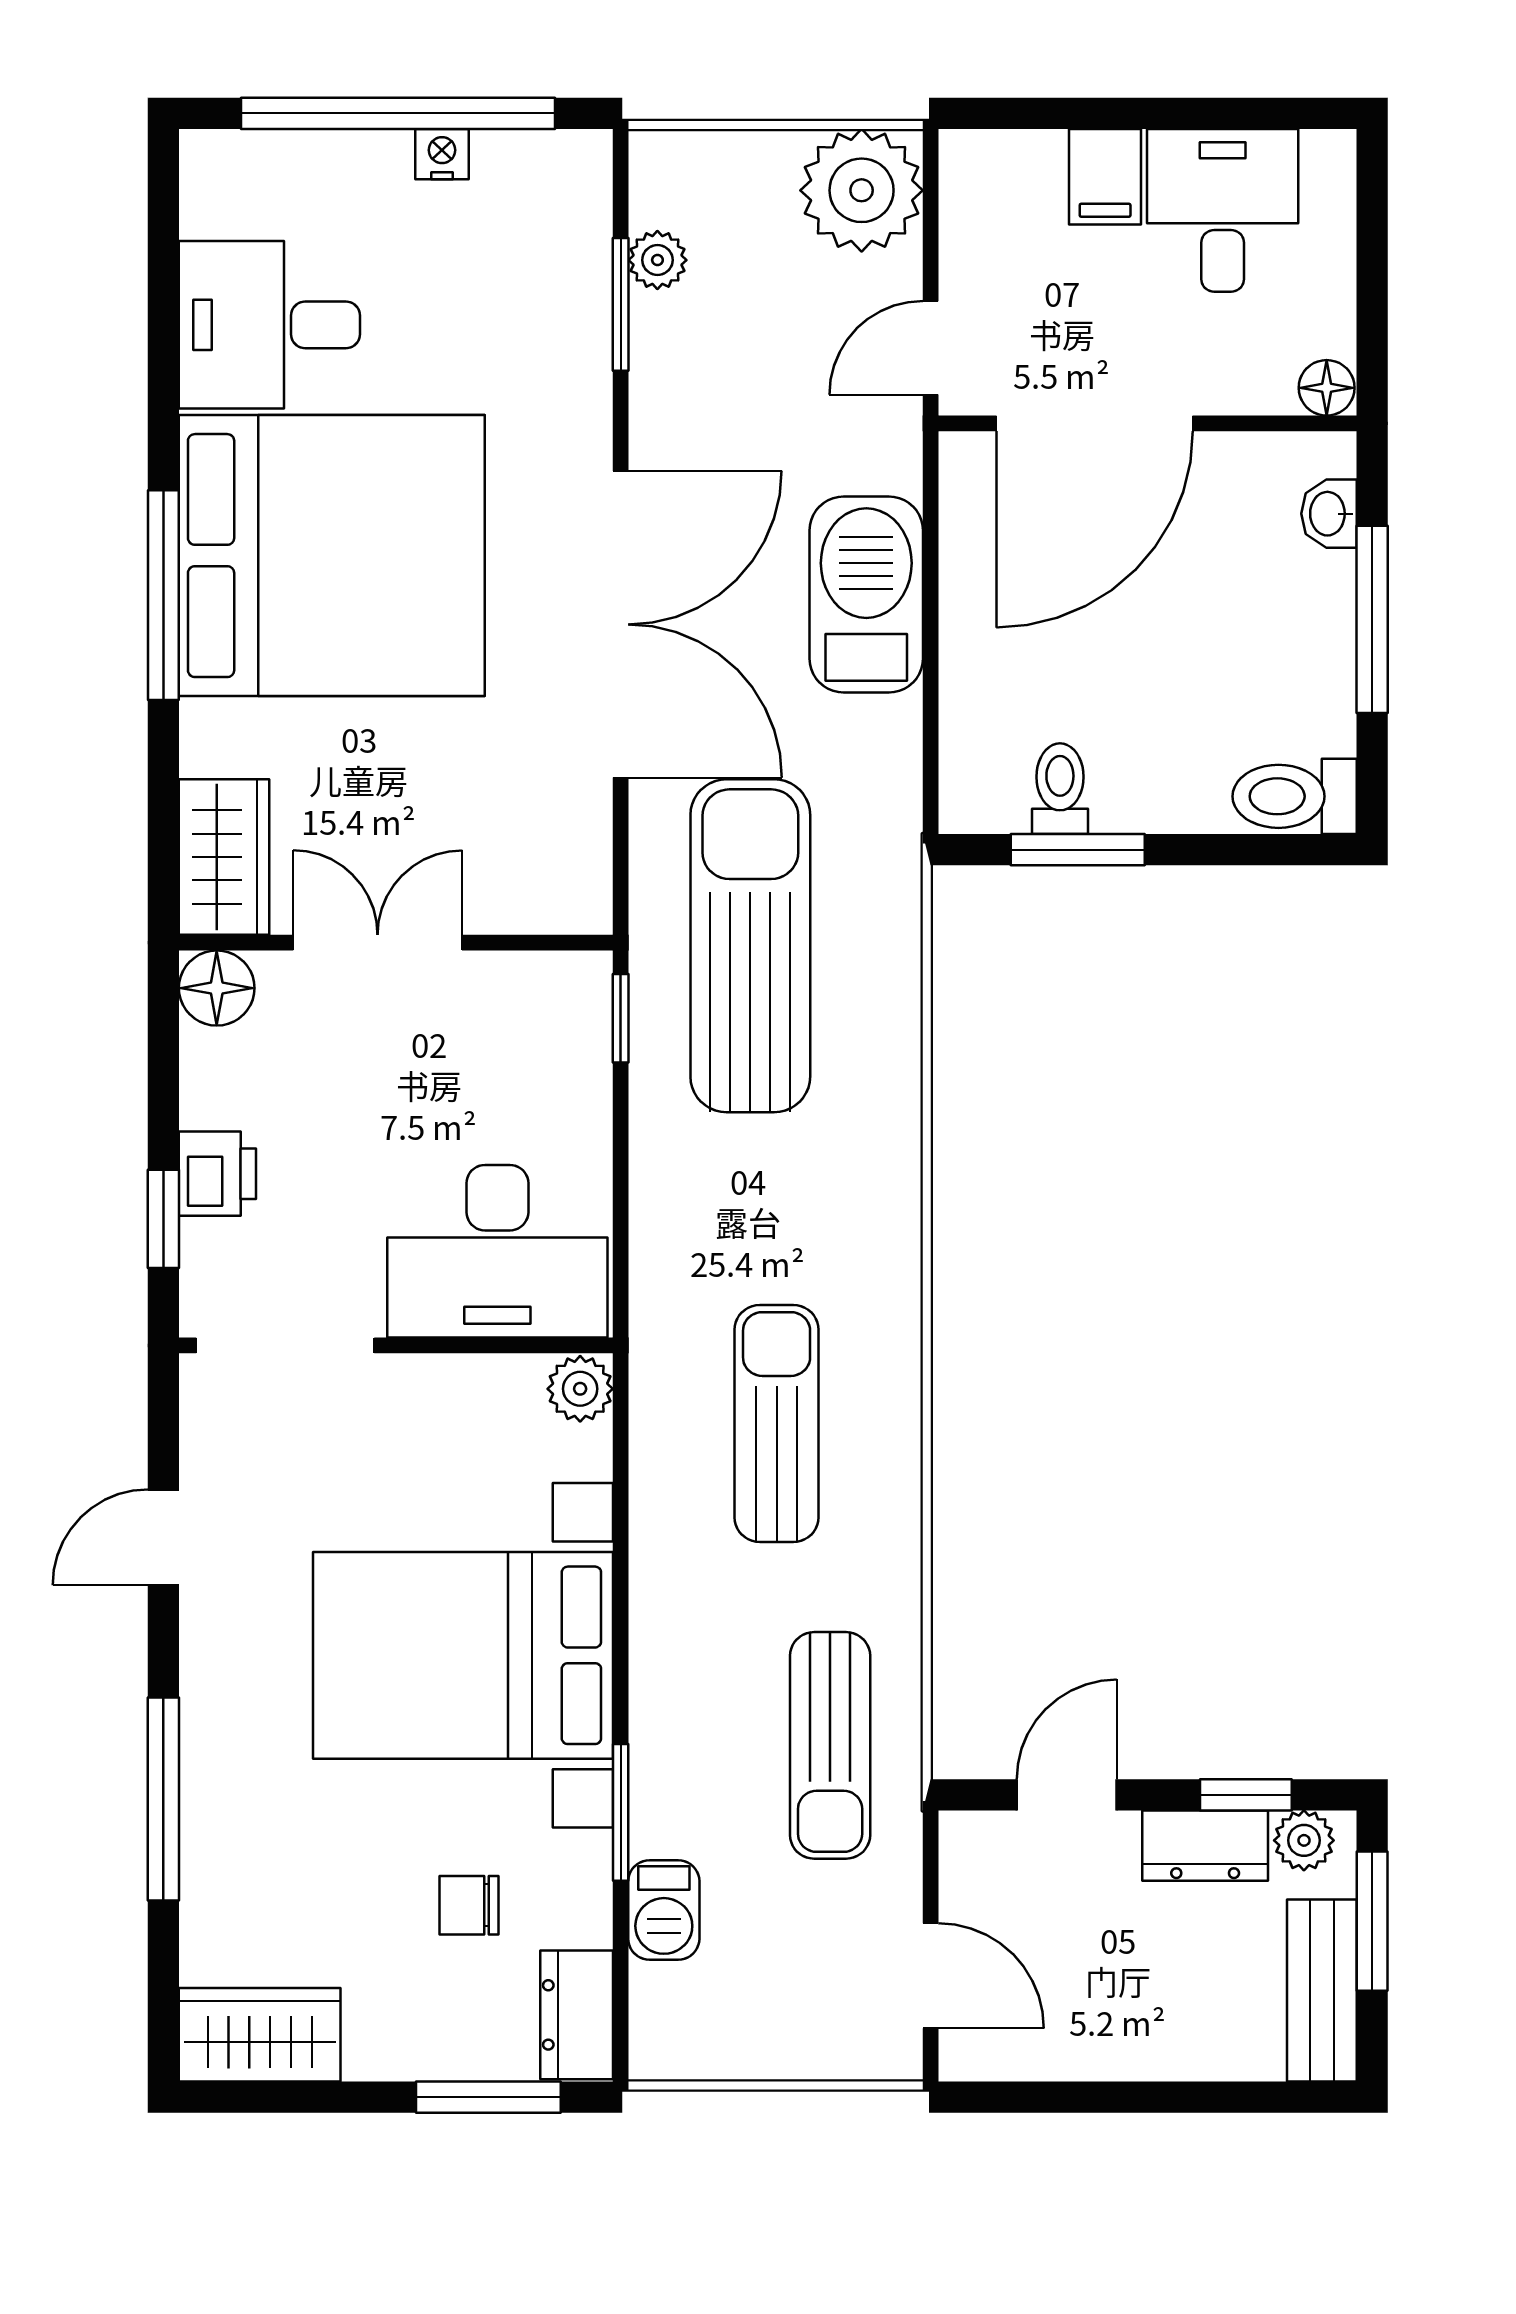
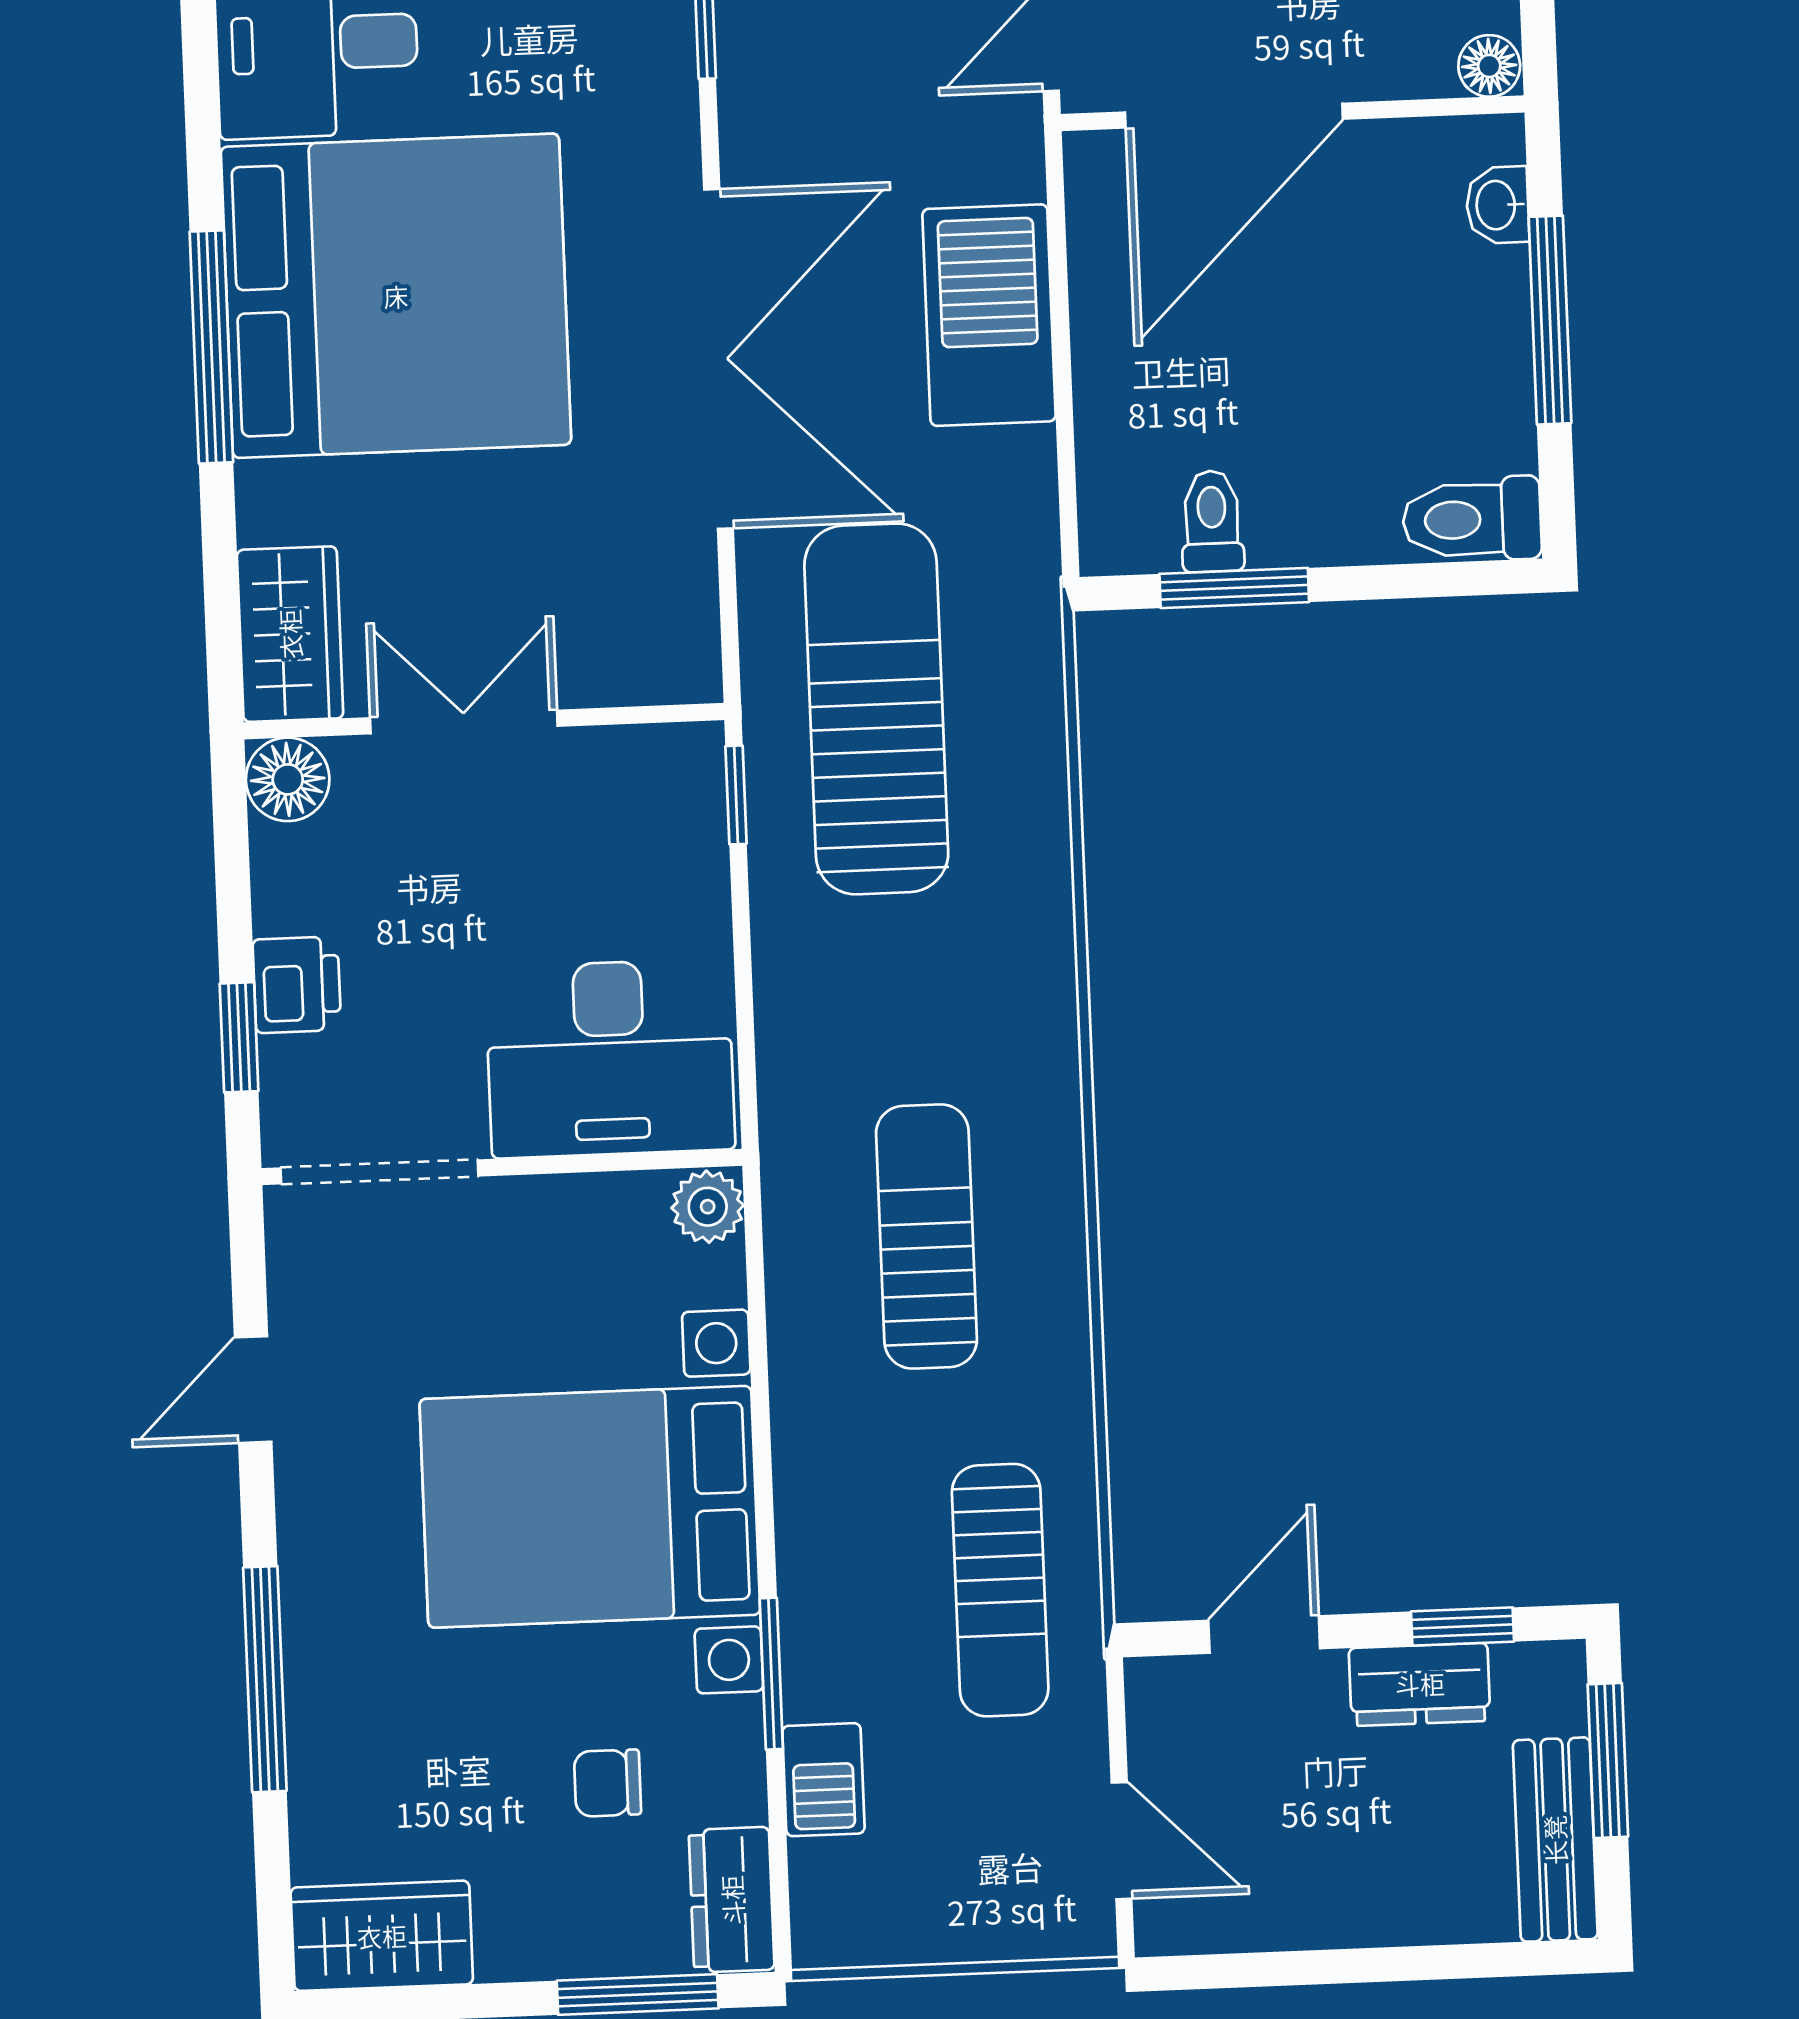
plant: (1304, 1840) -> (1529, 1674), removed

